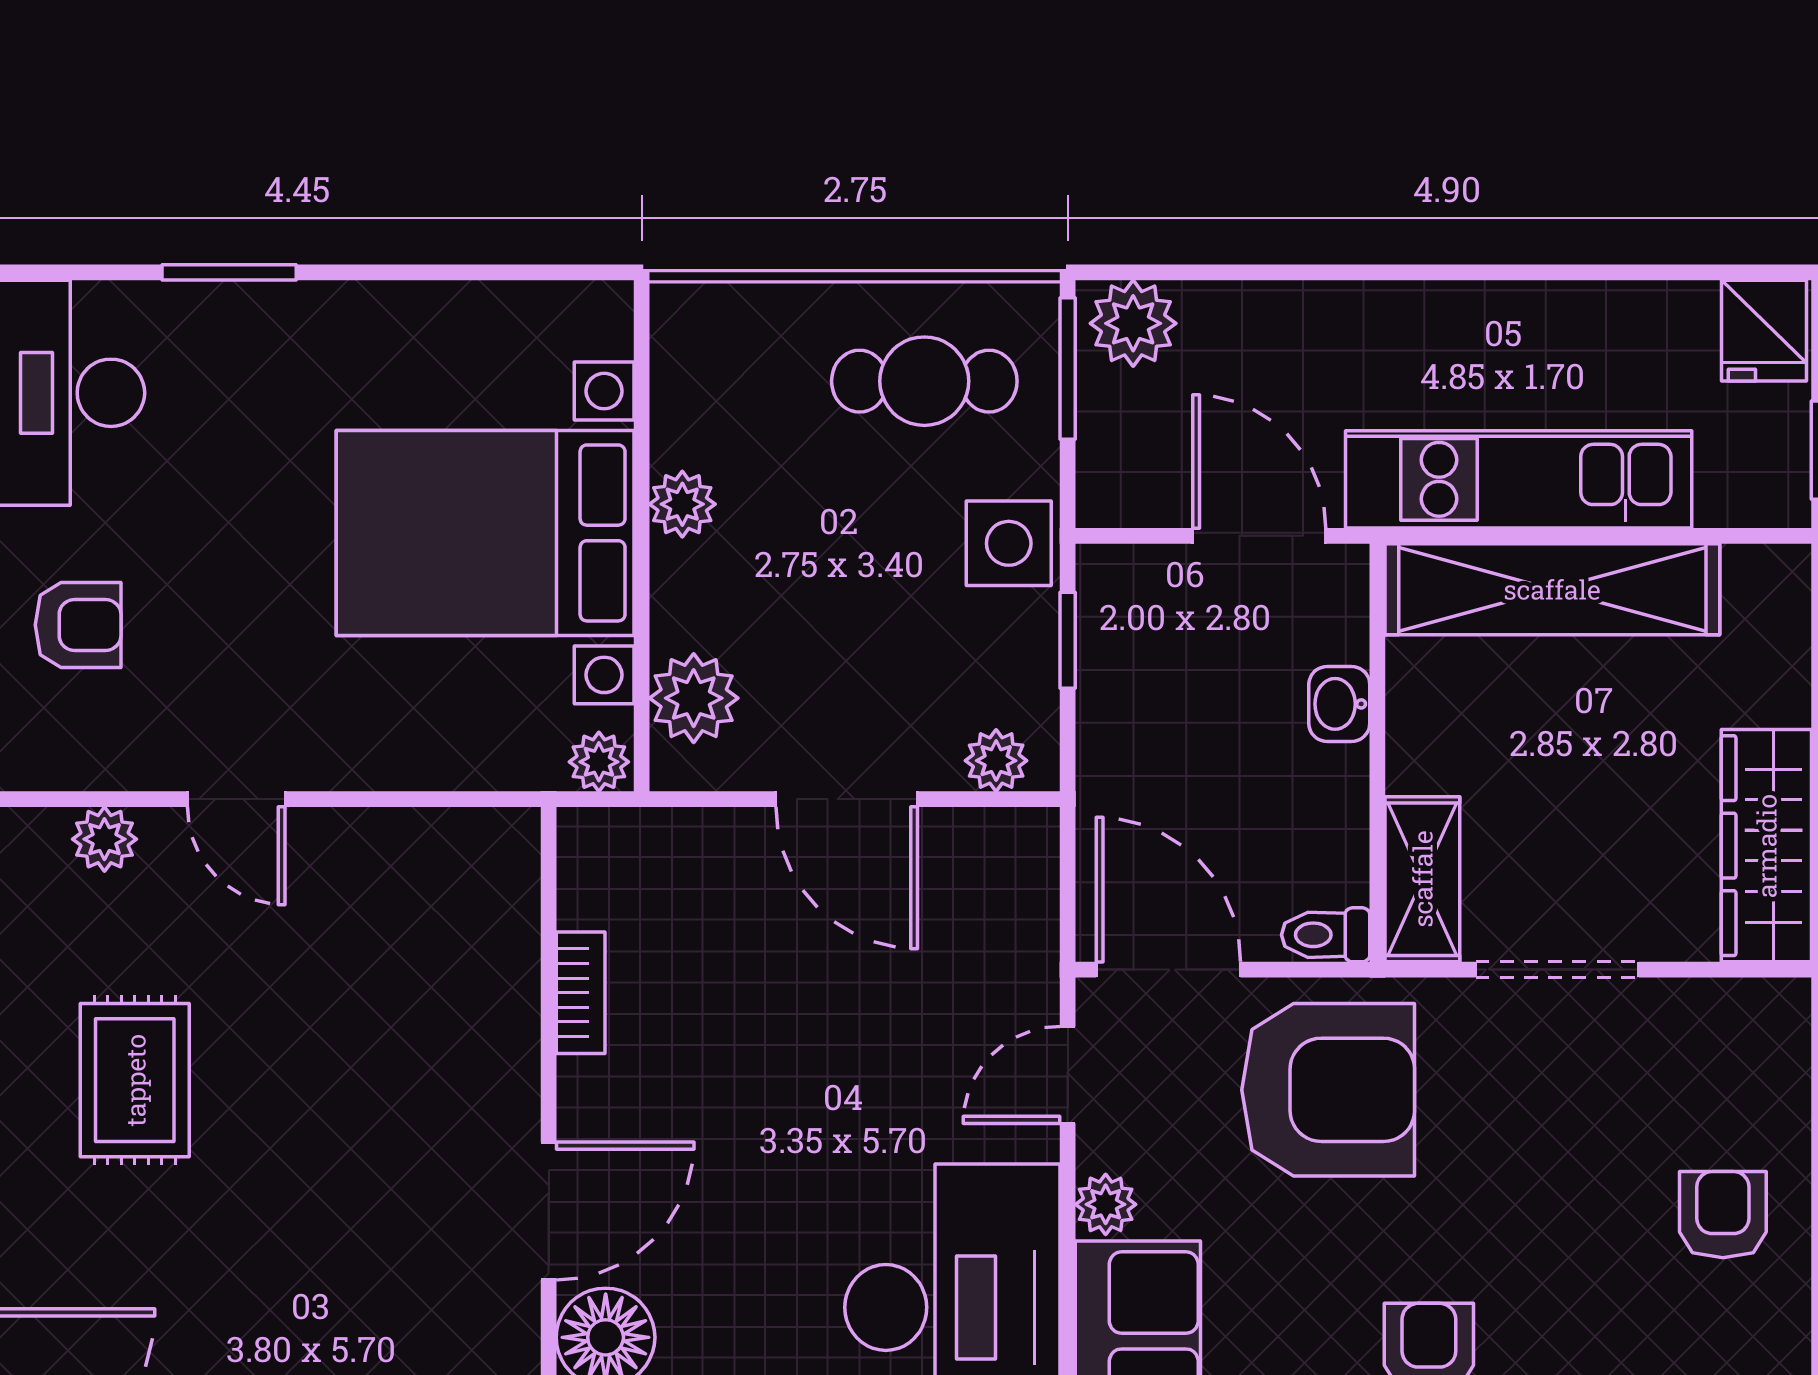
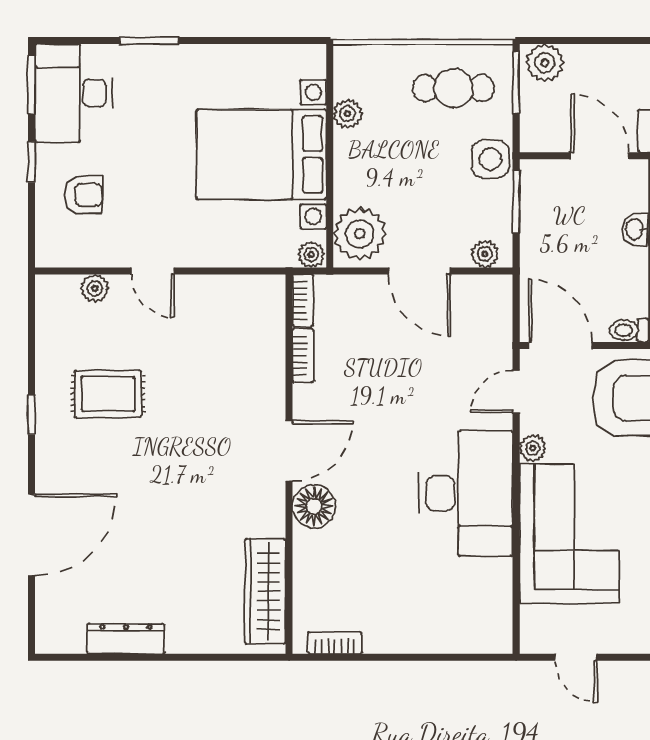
plant: (682, 504) -> (348, 114), moved
window: (1068, 640) -> (516, 201), width x1.50
plant: (694, 698) -> (360, 234), width x1.36, depth x1.36
bookcase: (580, 866) -> (303, 300), added
rug: (135, 1080) -> (108, 394), turned 90

